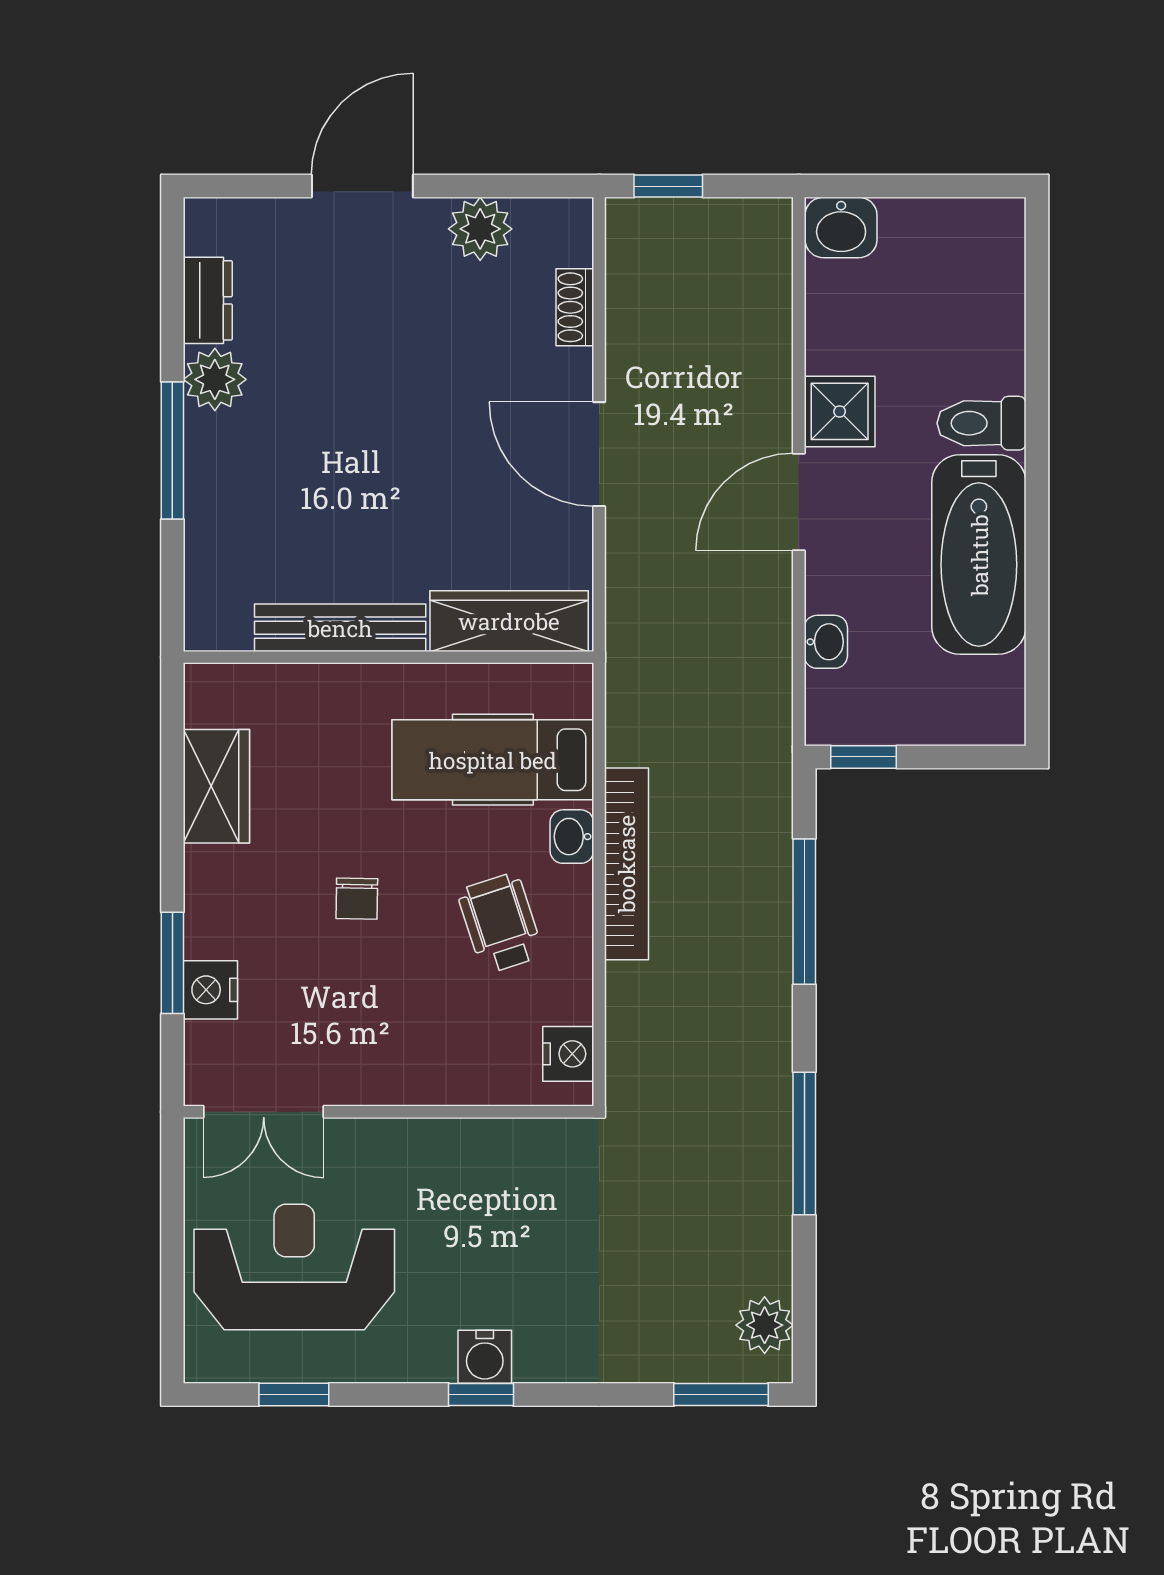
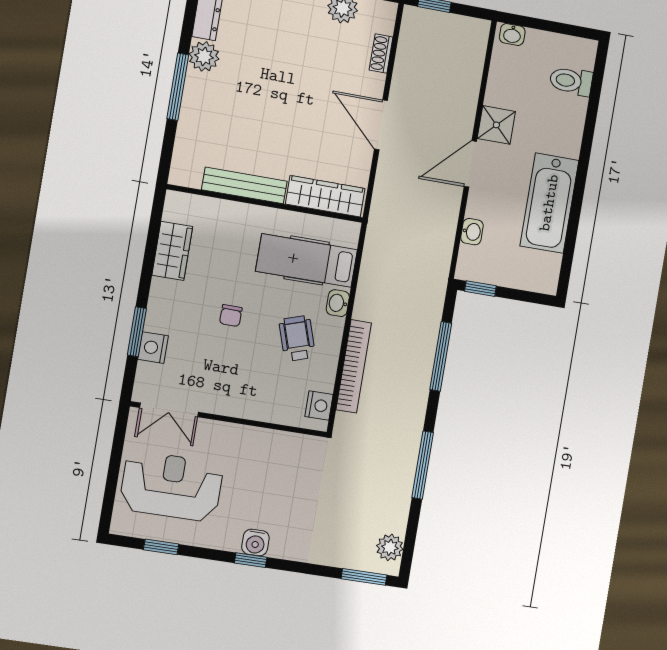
washbasin: (841, 227) -> (512, 35), width x0.72, depth x0.69
toilet: (982, 423) -> (571, 81), moved
bookcase: (626, 864) -> (354, 366), moved

